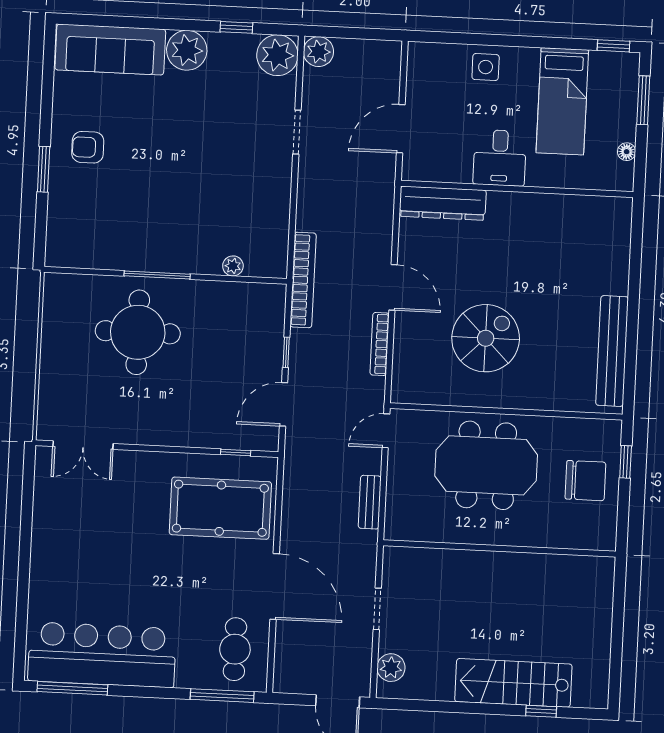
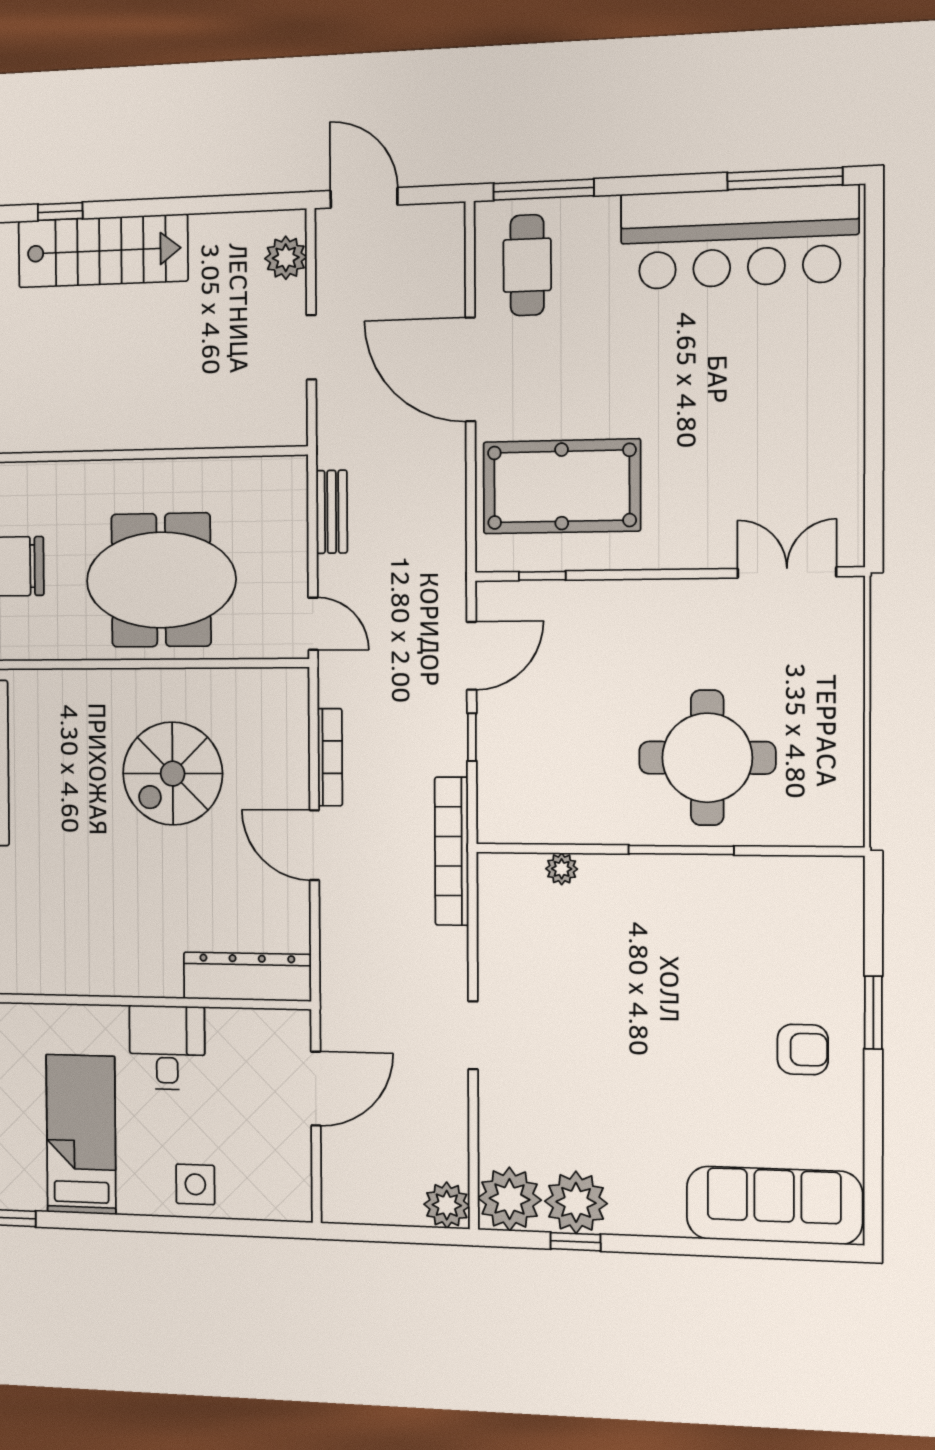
plant: (187, 50) -> (576, 1202), moved
doorway: (297, 132) -> (473, 1035), moved
door: (386, 431) -> (313, 624), hinge flipped

